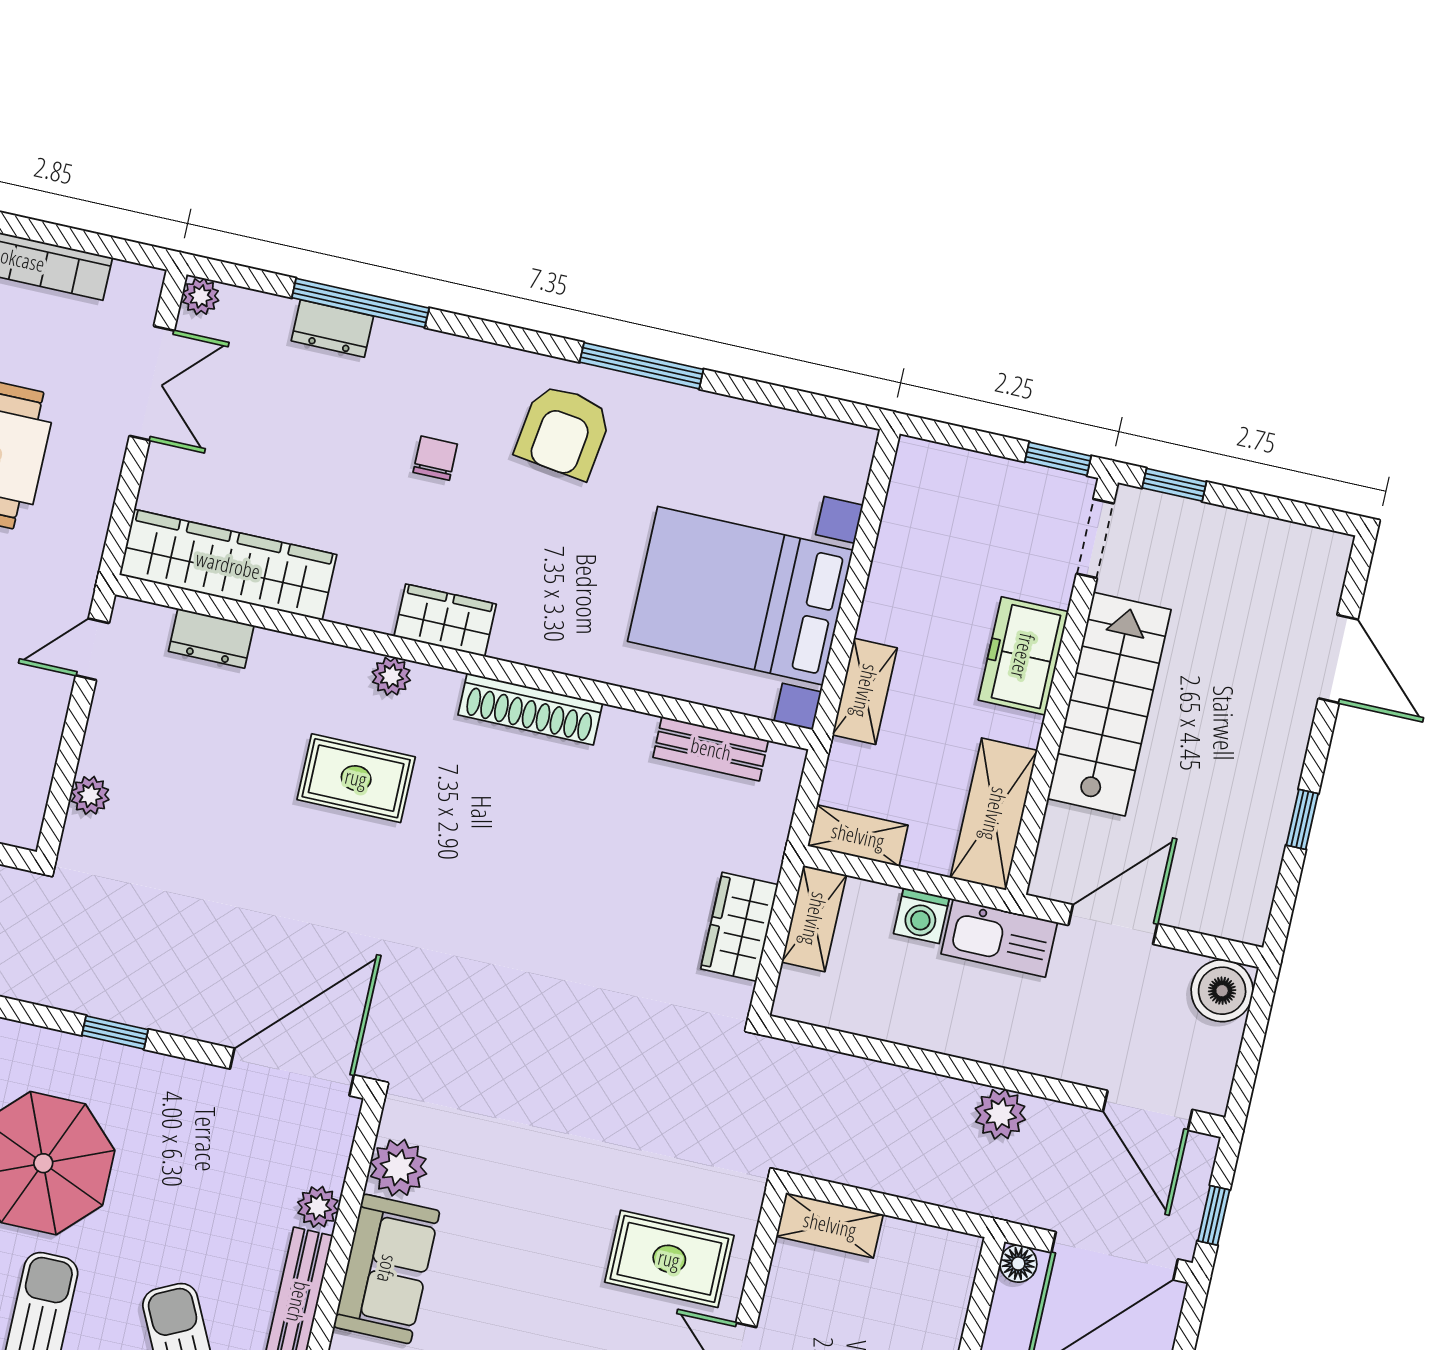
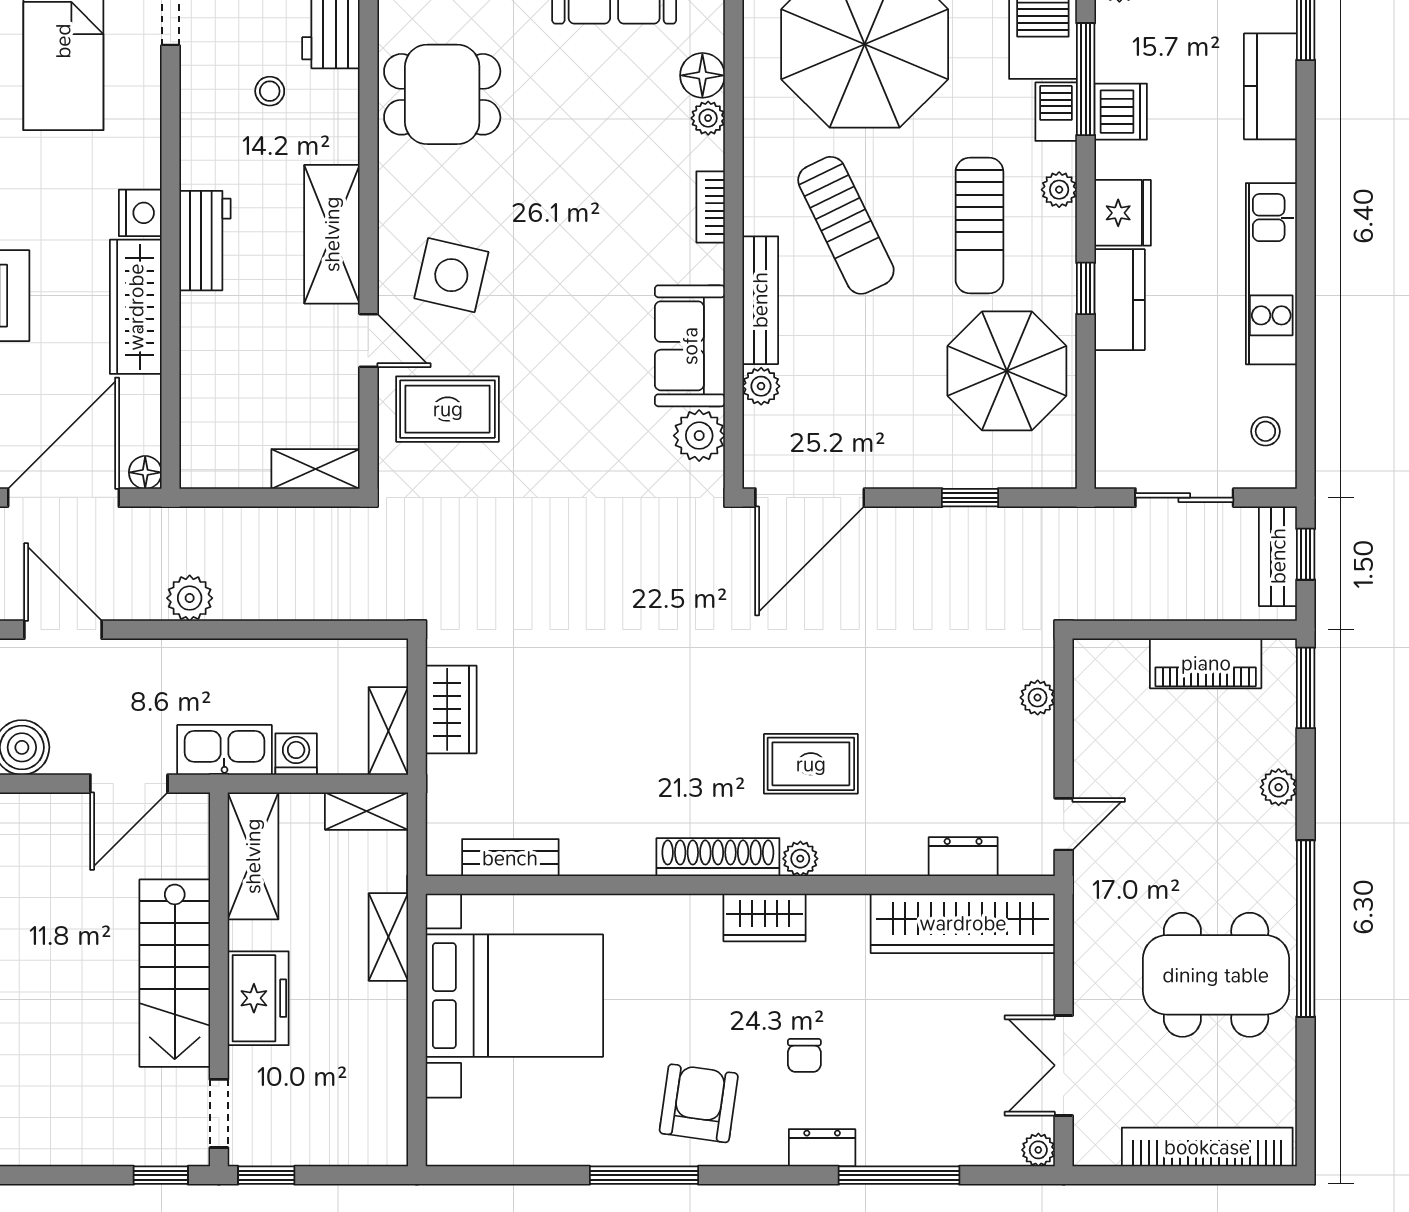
dresser: (332, 328) -> (822, 1148), moved
shoe rack: (530, 709) -> (718, 857), moved

